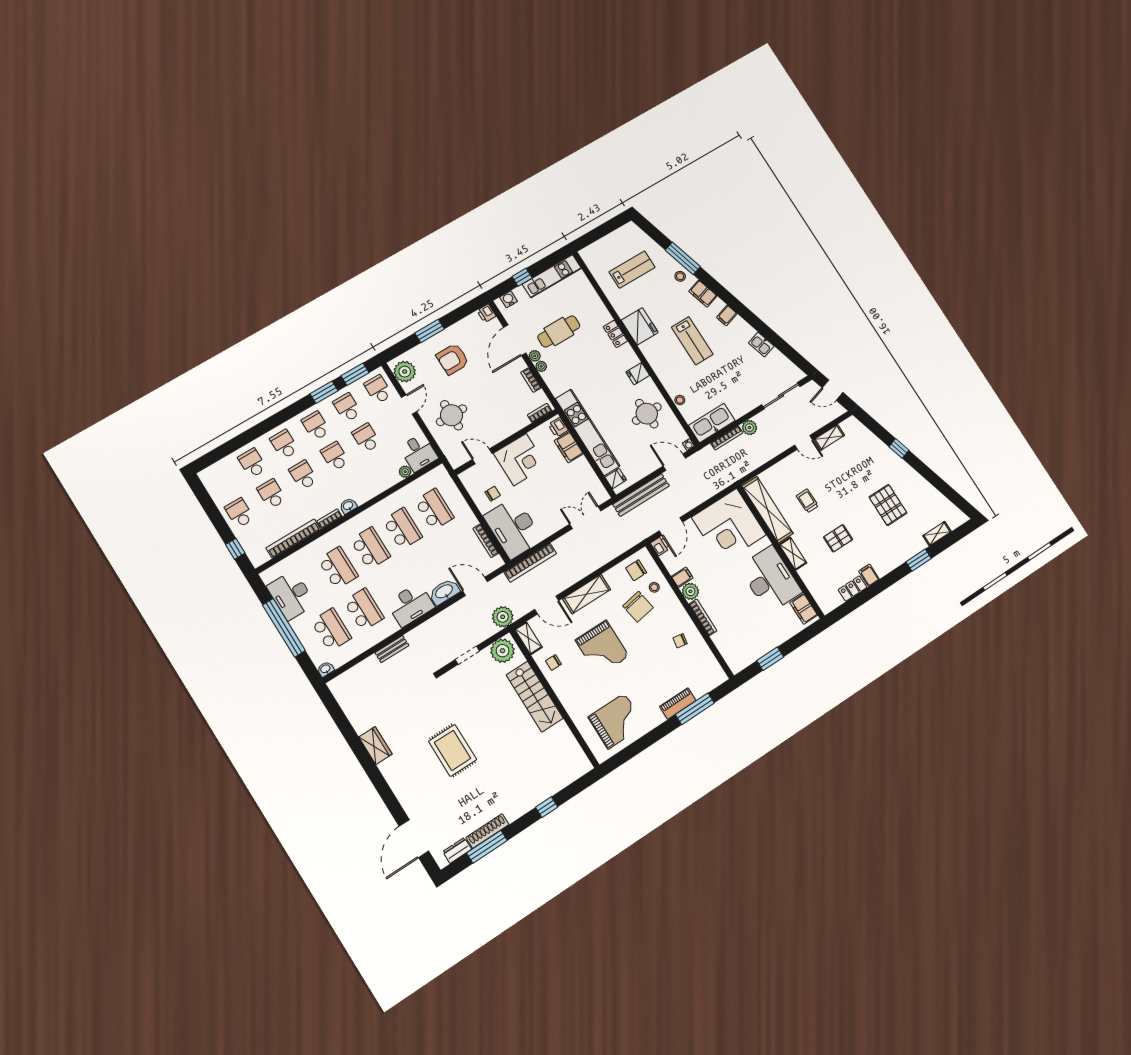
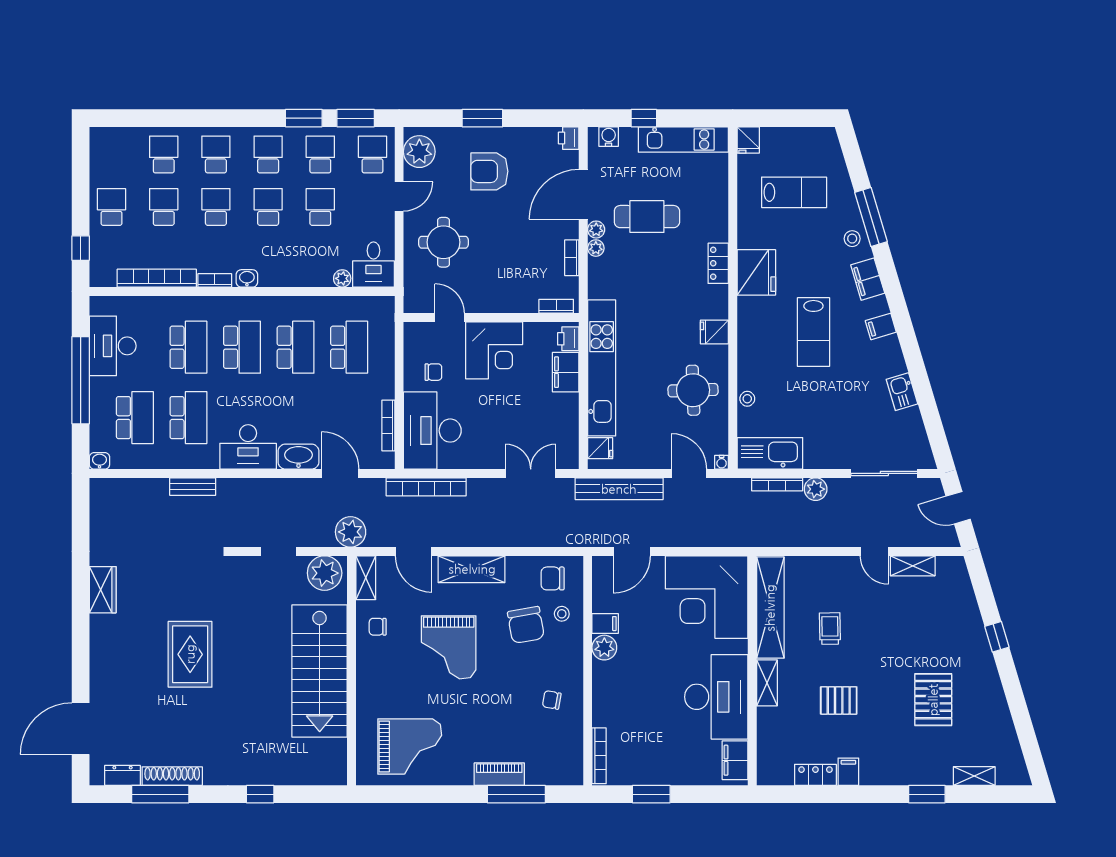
fridge: (588, 255) -> (748, 140), added
printer: (660, 546) -> (602, 567), removed
bookcase: (703, 617) -> (599, 756), moved
stairs: (535, 697) -> (320, 671), width x1.36, depth x1.51

